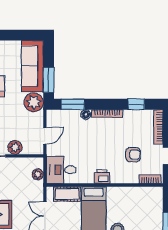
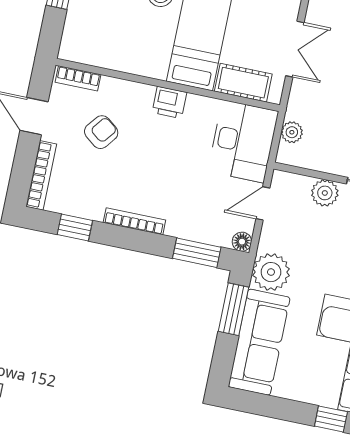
floor lamp: (86, 115) -> (242, 242), moved
armchair: (133, 155) -> (101, 132), turned 128
desk: (61, 170) -> (243, 141), width x1.37

